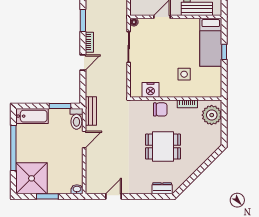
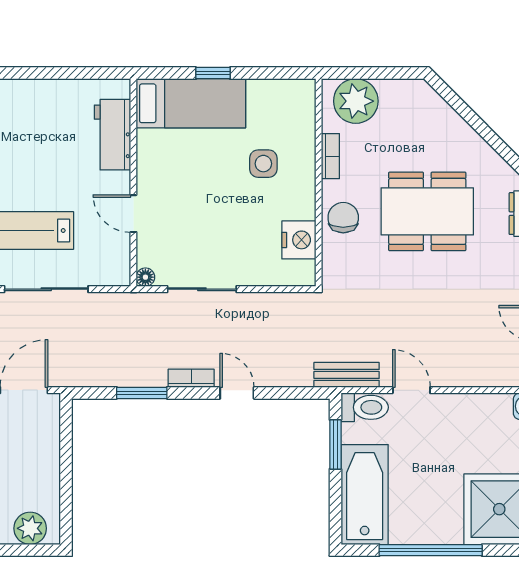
bathtub: (32, 116) -> (365, 495), width x1.36, depth x1.36
dining table: (163, 147) -> (427, 211), width x1.38

